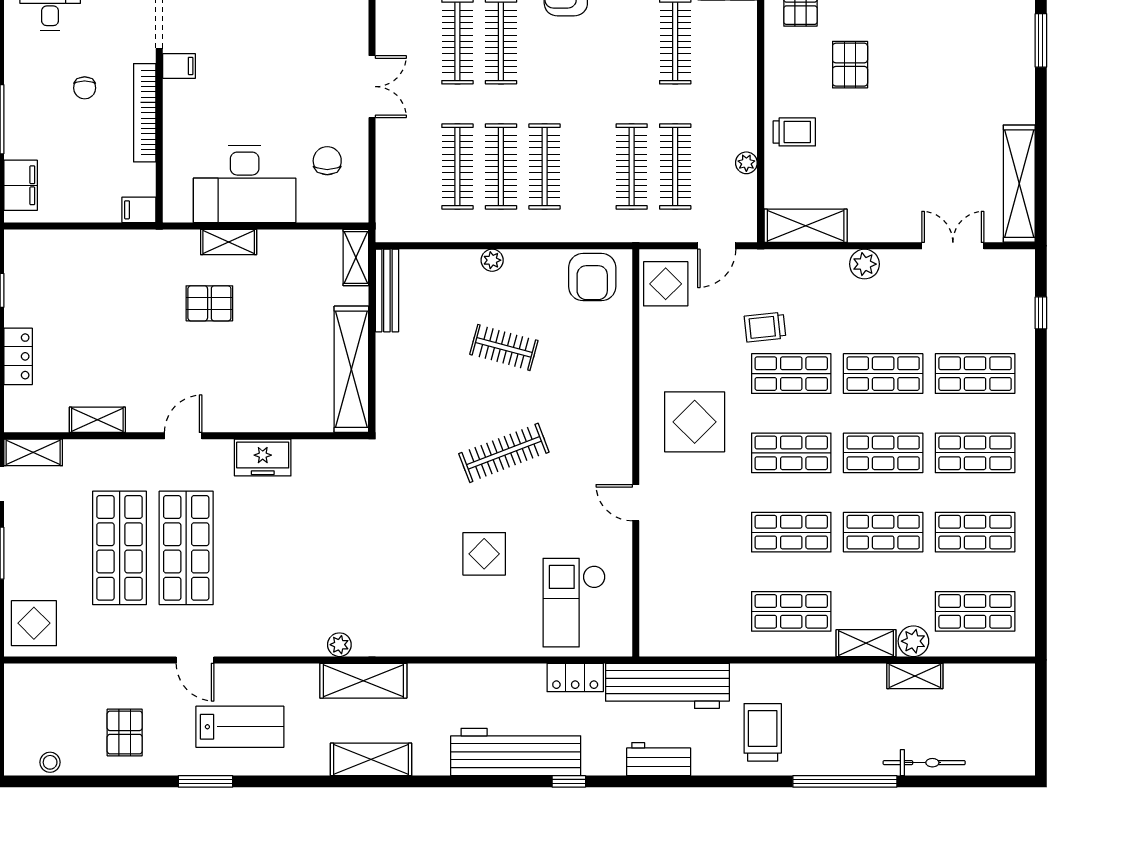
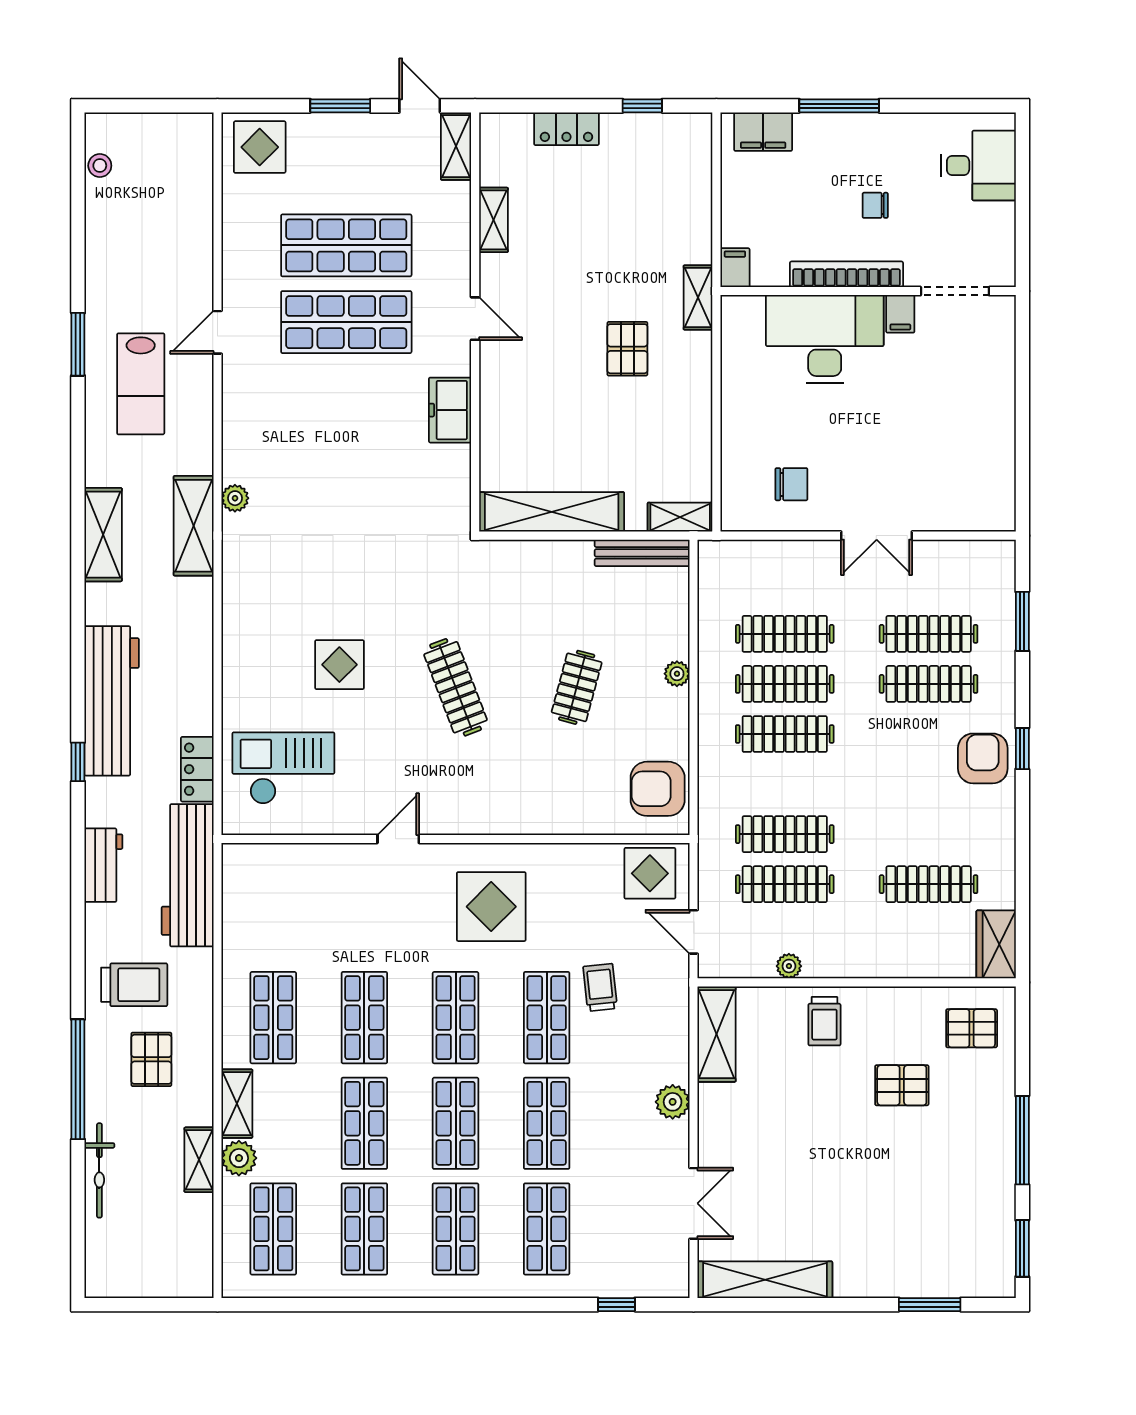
desk: (245, 184) -> (825, 339), moved, turned 90
shelving: (229, 242) -> (698, 297), moved
pallet: (125, 732) -> (151, 1059), moved, turned 90

